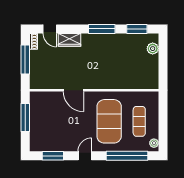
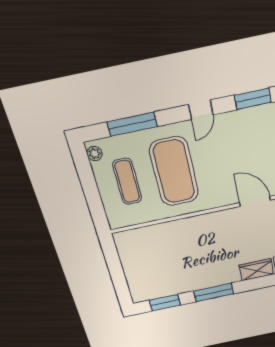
plant: (153, 49) -> (136, 284), removed
door: (73, 90) -> (255, 201), moved
window: (127, 156) -> (132, 124), width x0.68

